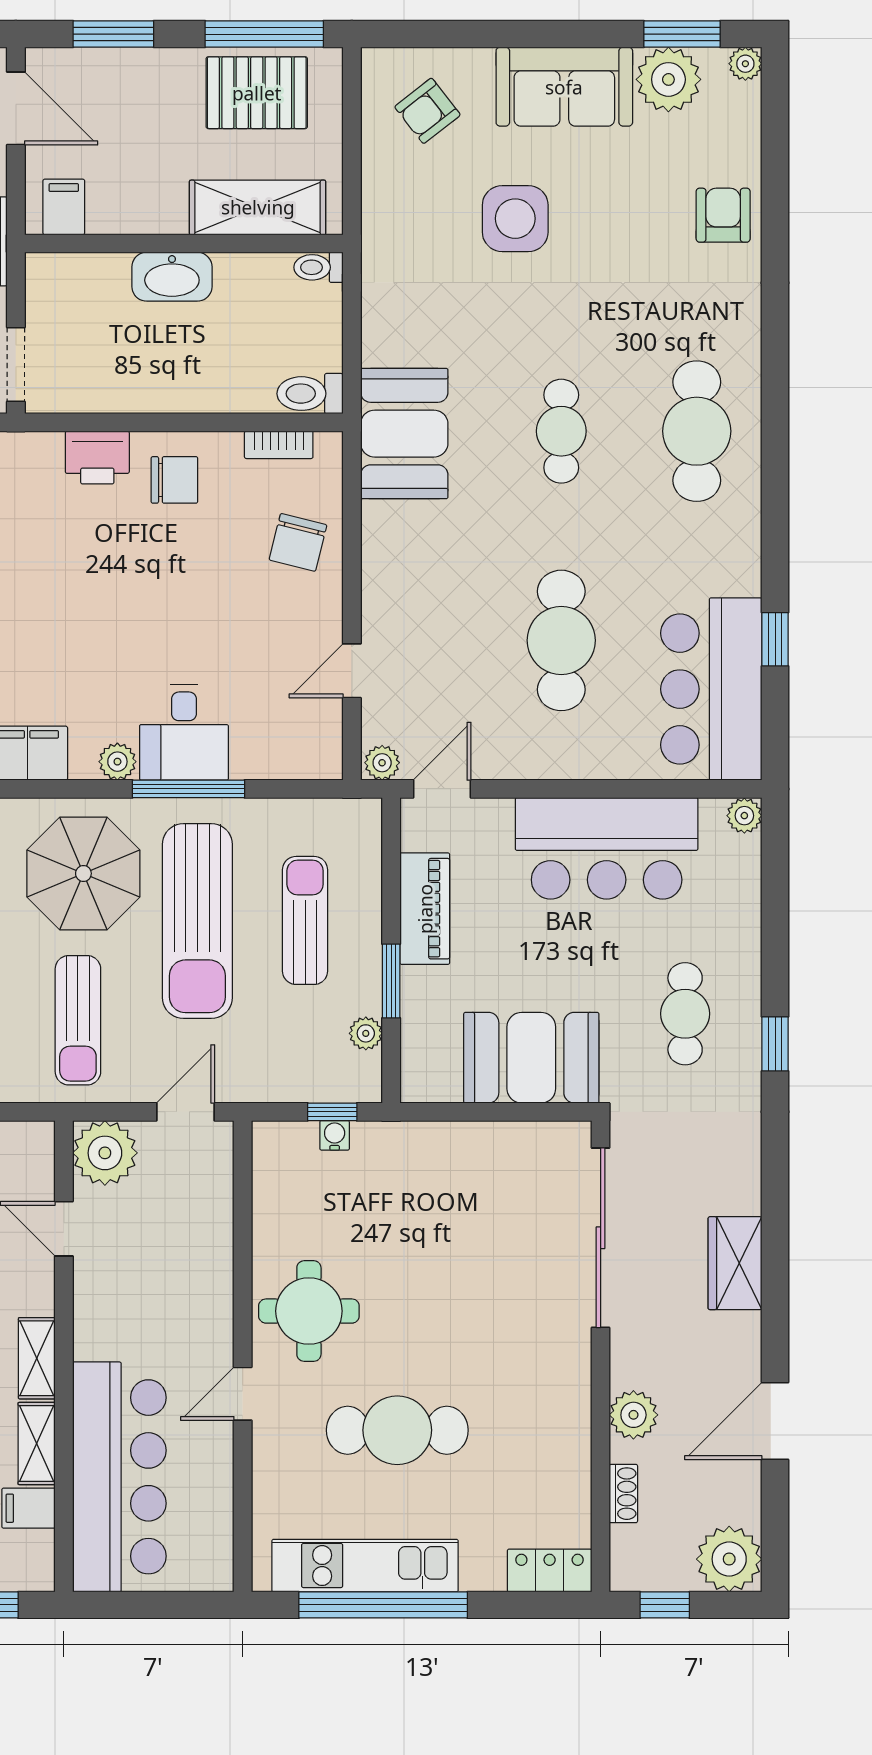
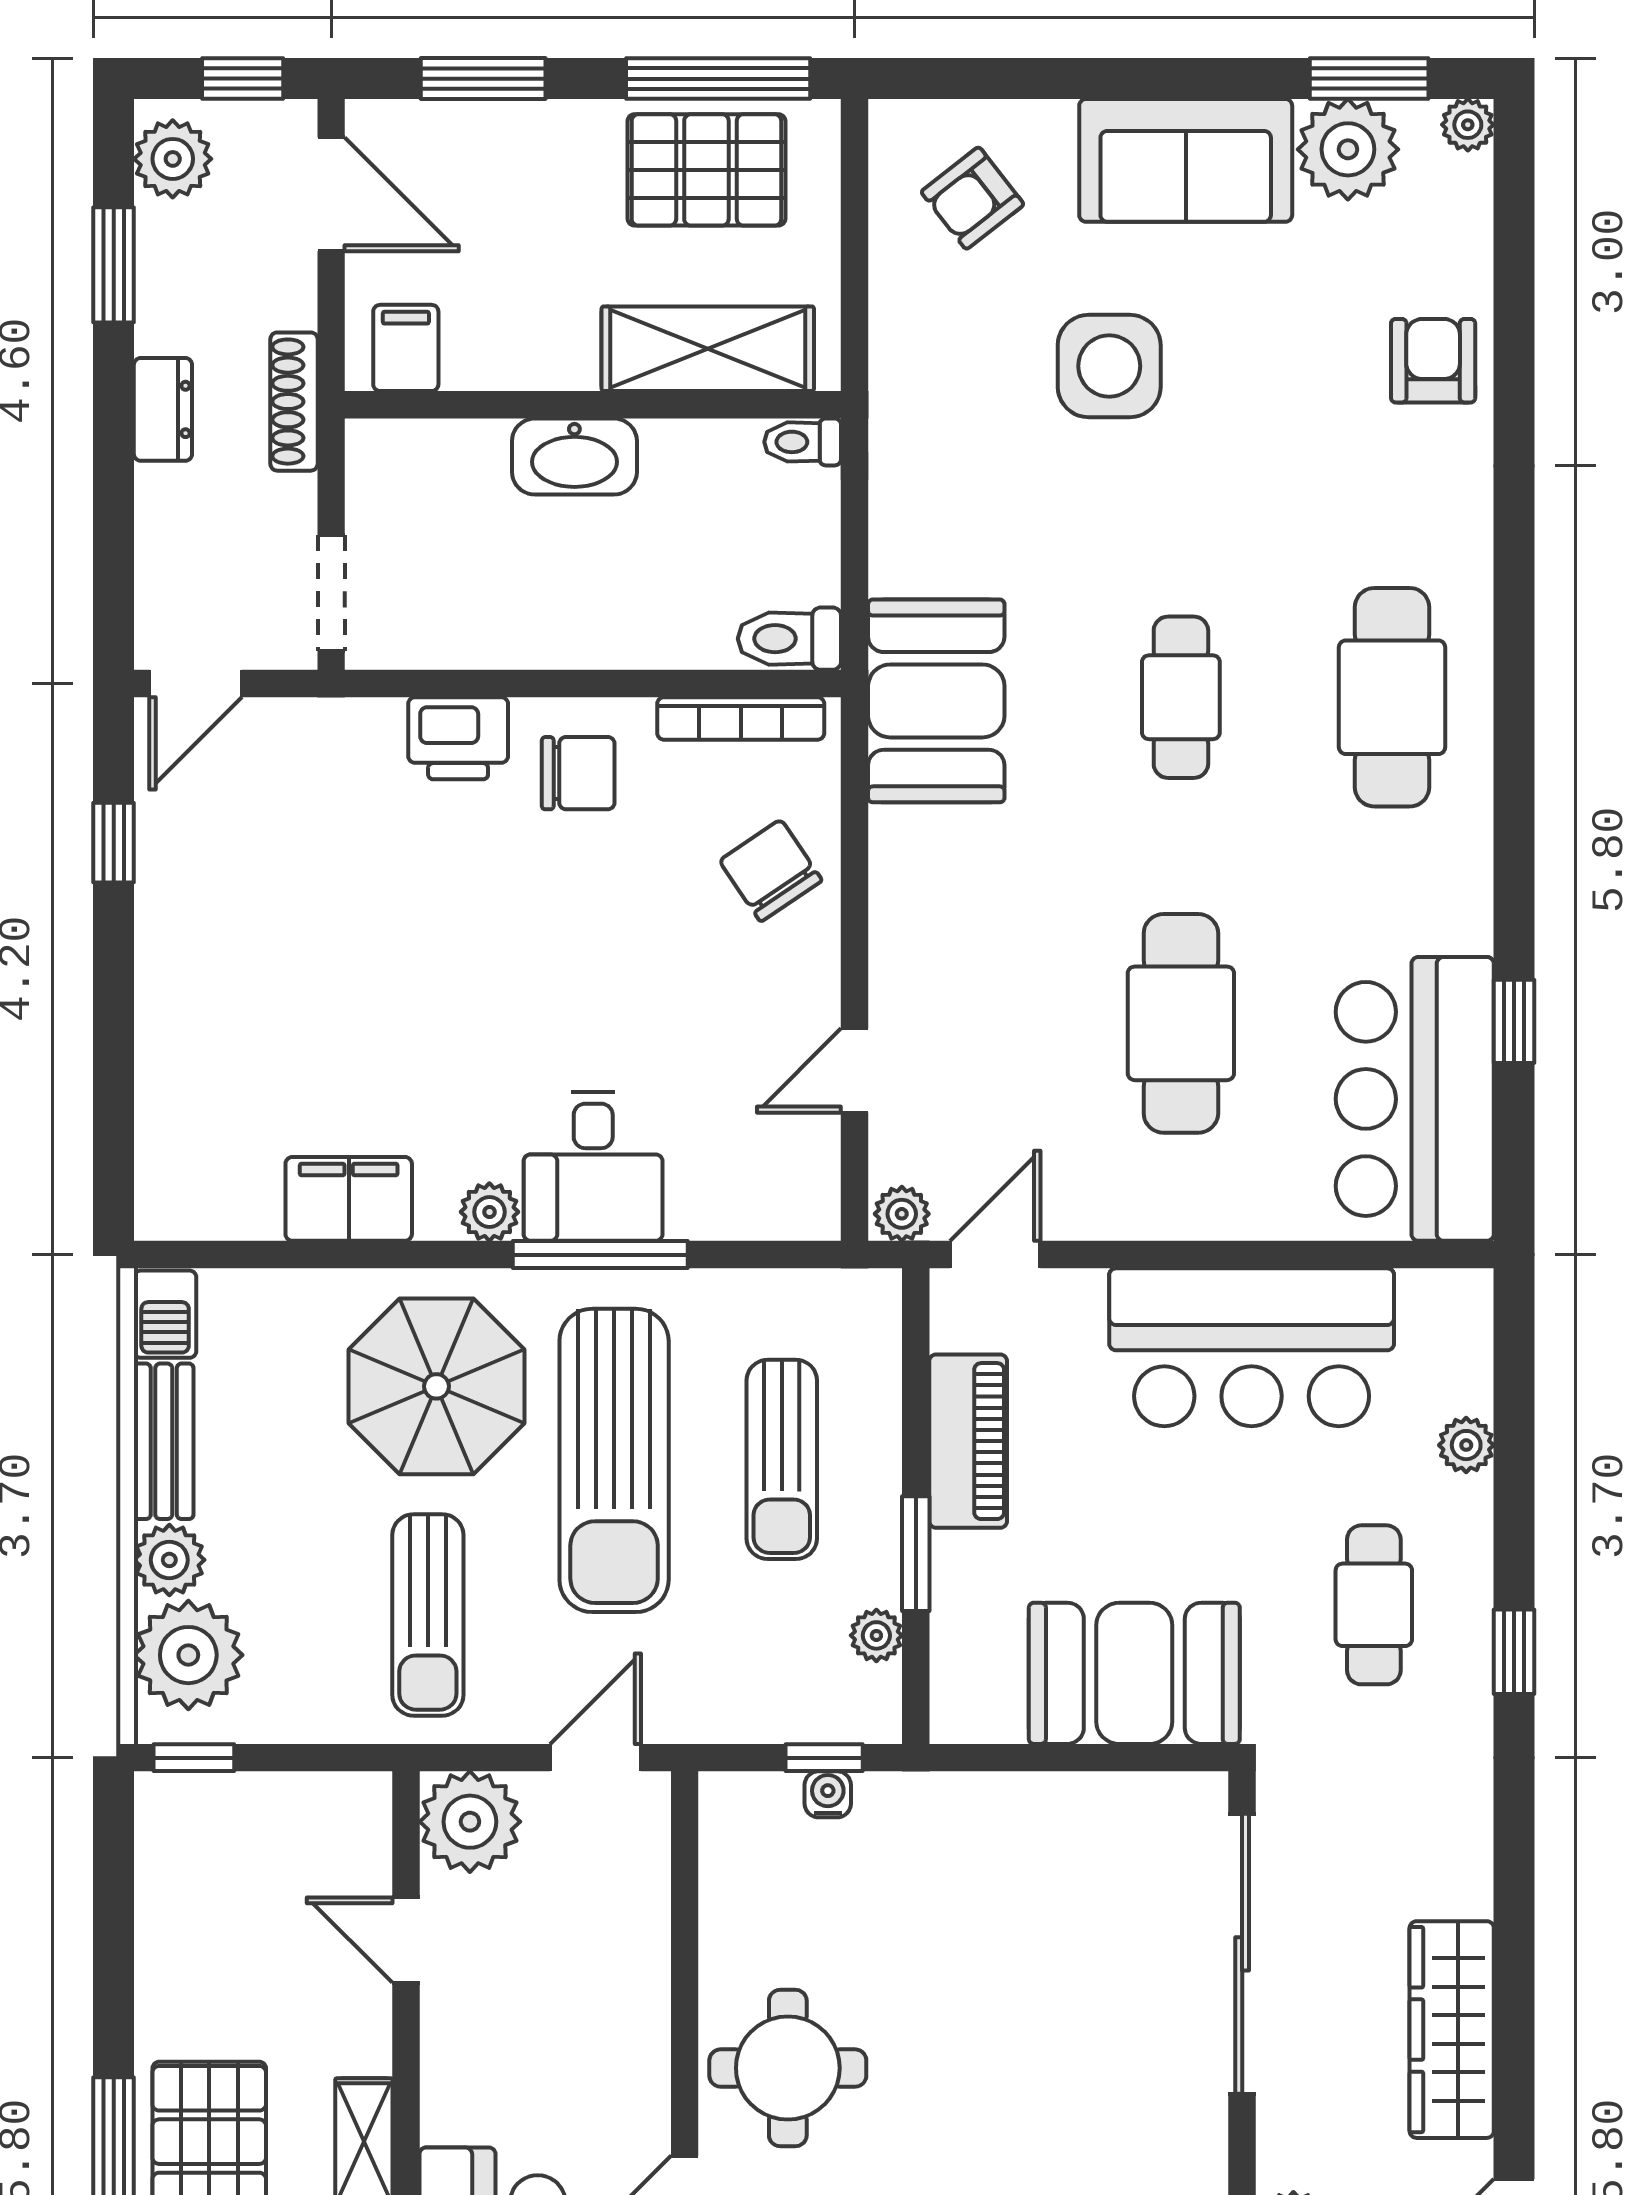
bookcase: (279, 445) -> (741, 718), width x1.56
chair: (298, 542) -> (771, 871), turned 132
plant: (744, 816) -> (1466, 1445), moved
sun lounger: (305, 920) -> (782, 1459), turned 180
wardrobe: (735, 1263) -> (1452, 2030), width x1.50

